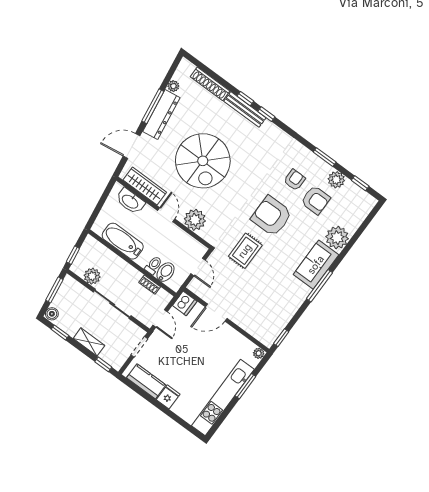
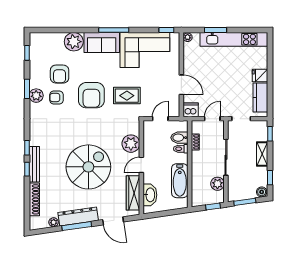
plant: (336, 180) -> (36, 96), moved
armchair: (316, 200) -> (60, 74), turned 180
corner sofa: (277, 302) -> (145, 50), added

